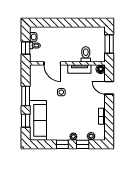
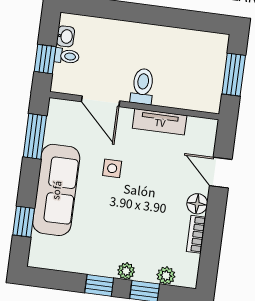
toilet: (86, 54) -> (143, 86), moved
floor lamp: (101, 69) -> (197, 204), moved
window: (26, 96) -> (35, 136), moved
sofa: (38, 120) -> (56, 190), moved

